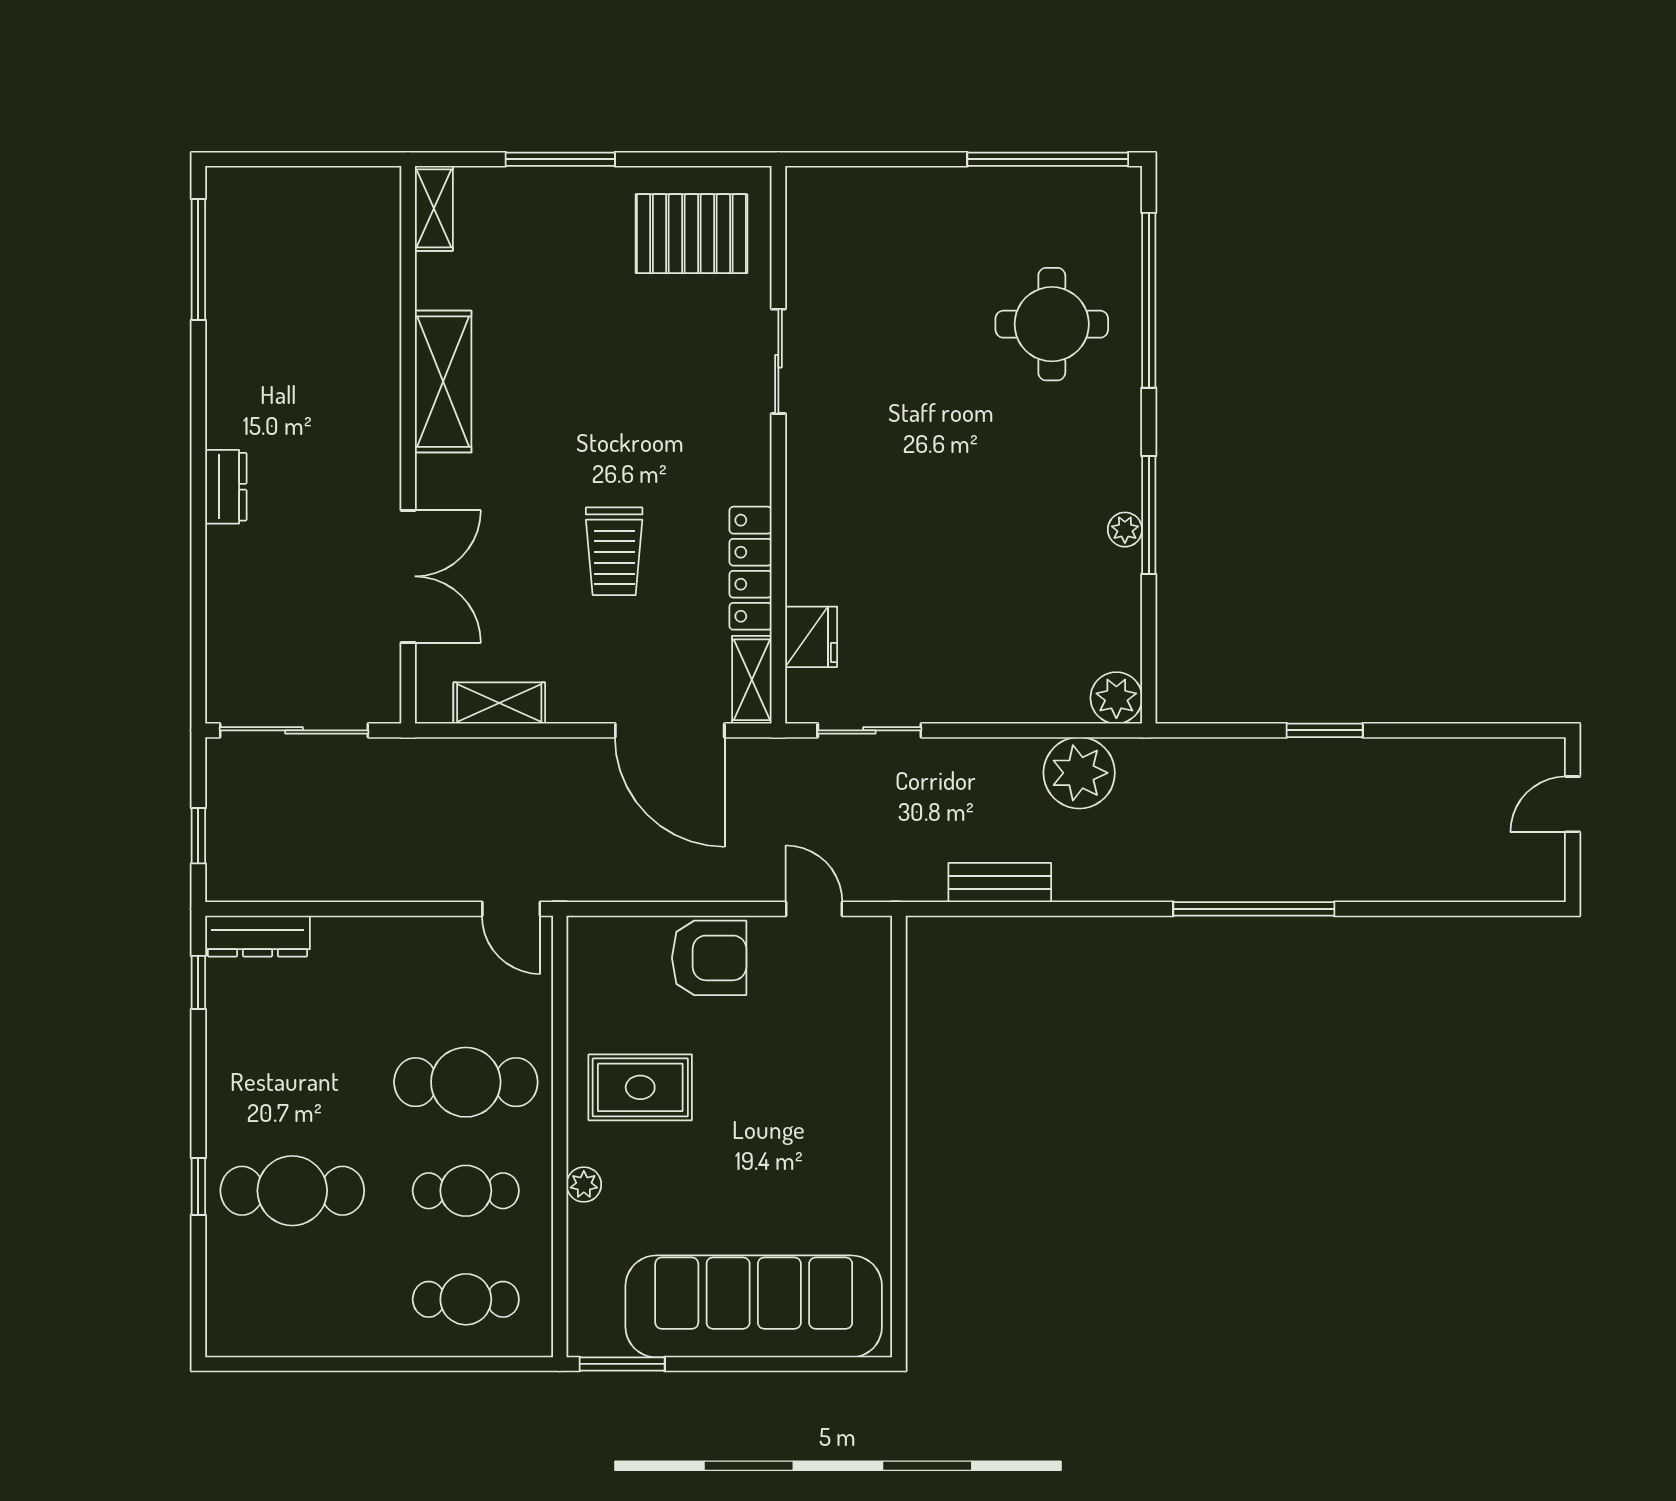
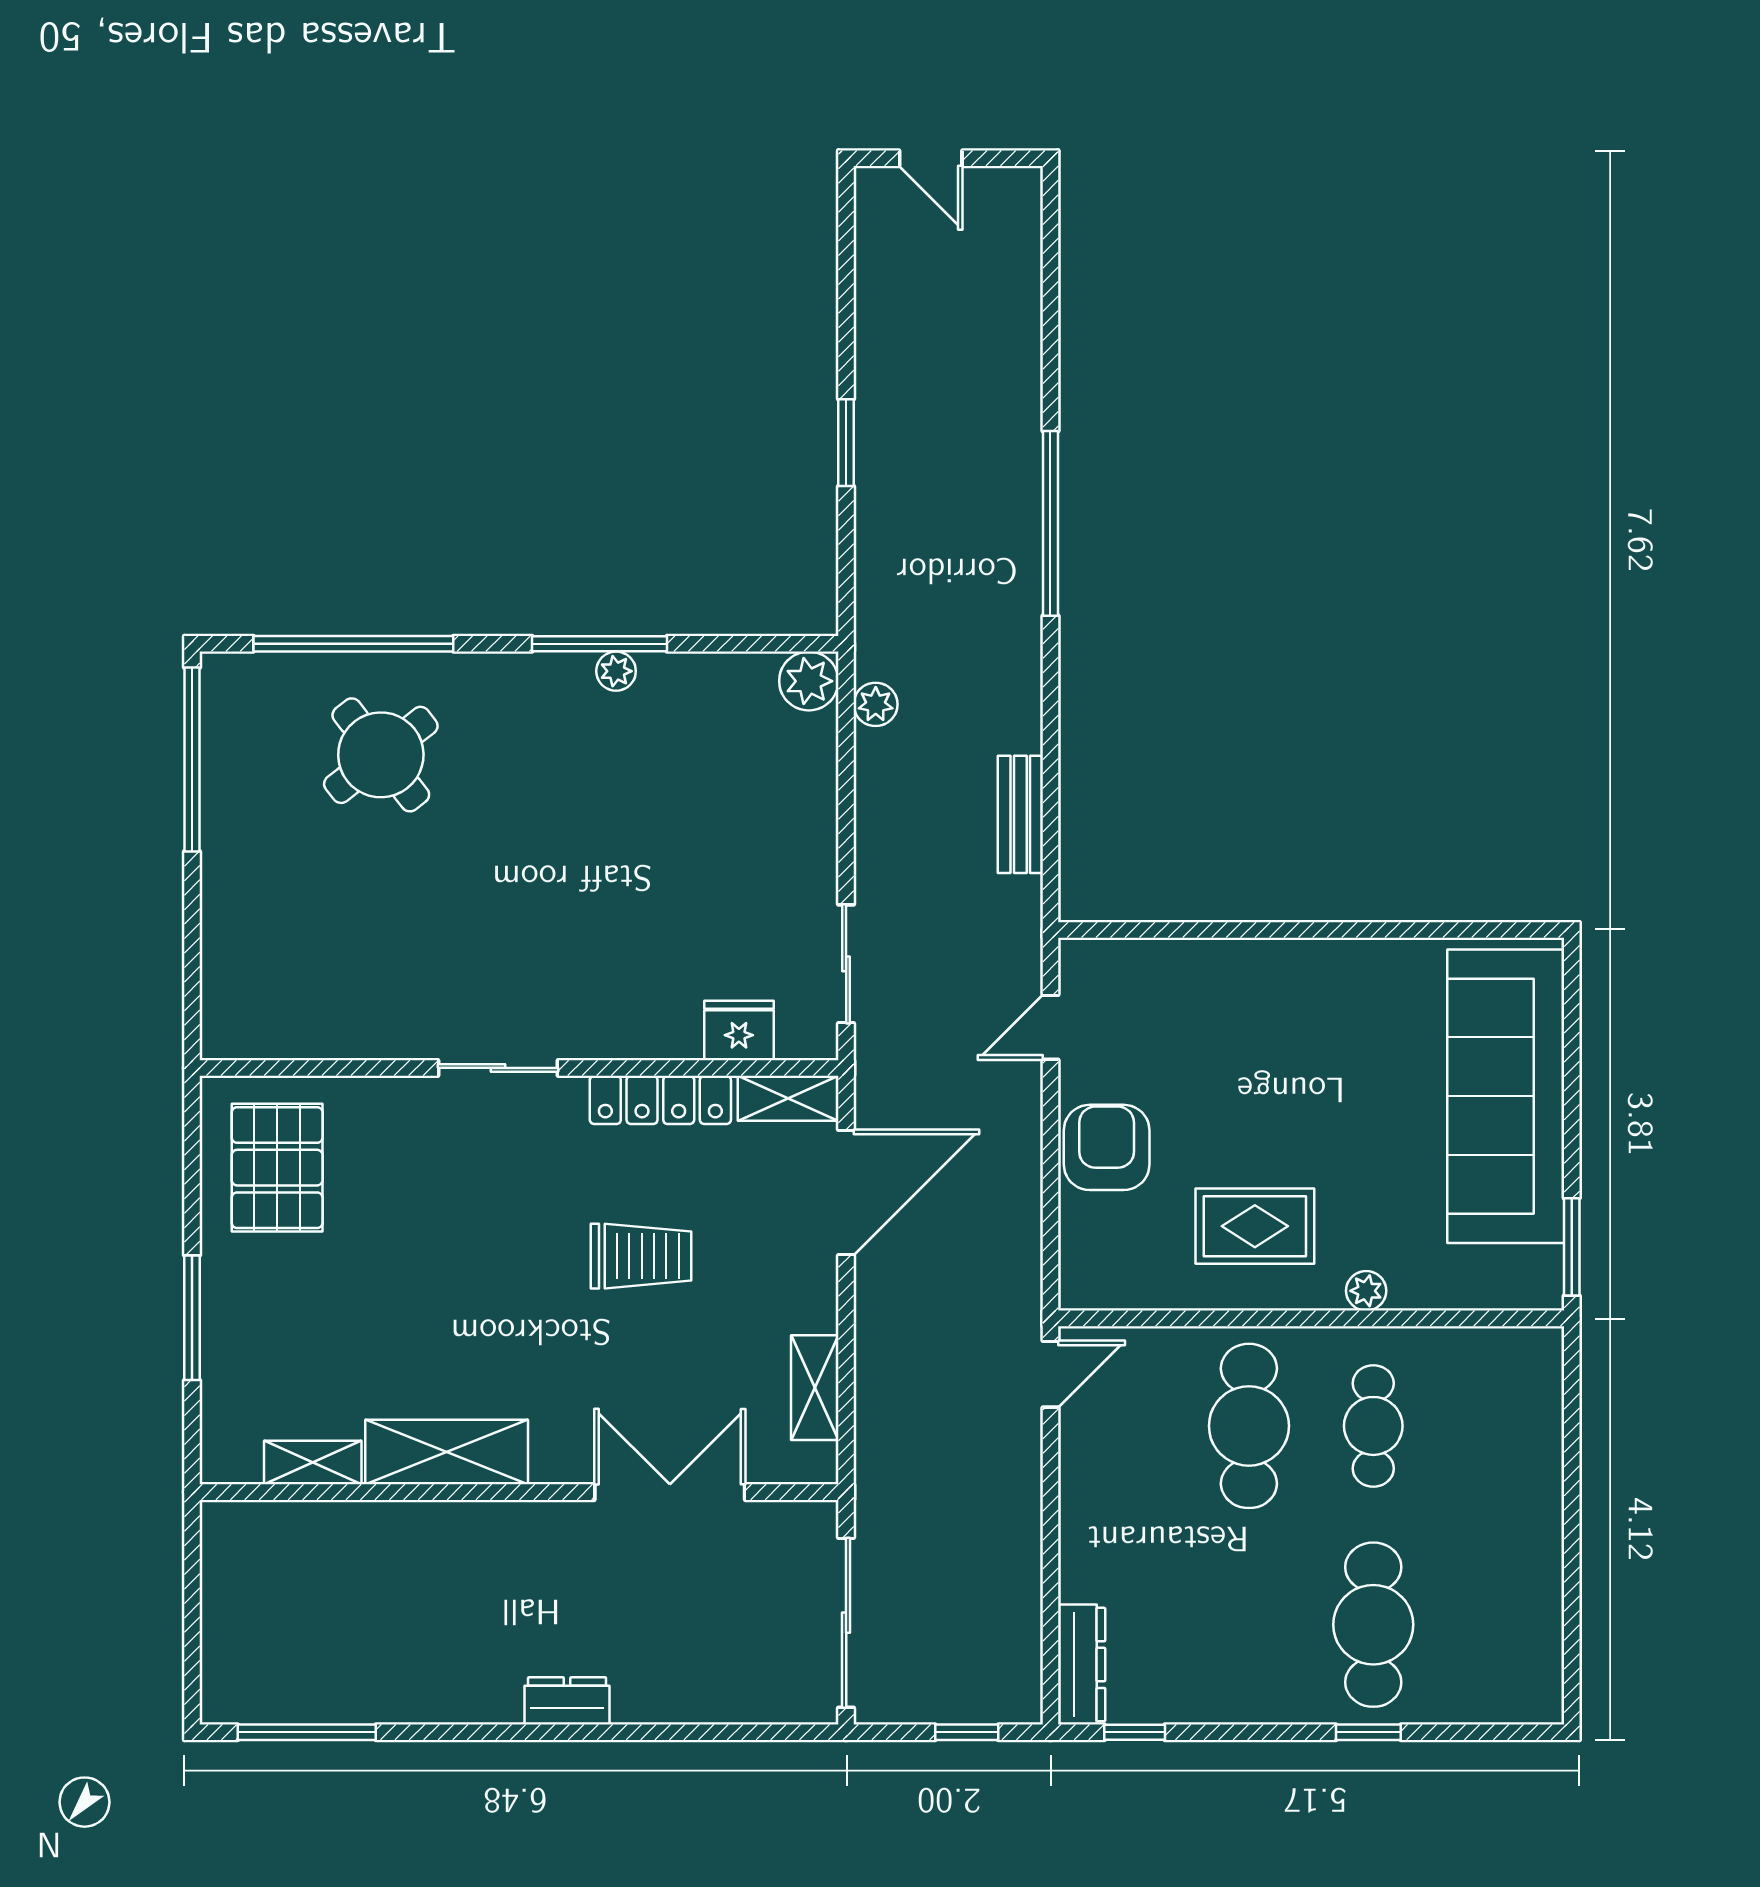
shelving: (434, 208) -> (313, 1463), moved
round table: (1052, 324) -> (381, 755), turned -38
sliding door: (778, 361) -> (498, 1068), moved
plant: (1079, 773) -> (876, 704), width x0.53, depth x0.53
rug: (640, 1087) -> (1255, 1226), turned 90
cafe table: (466, 1299) -> (1498, 1426), removed

